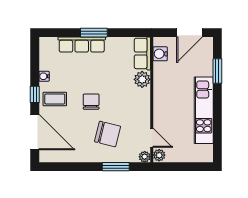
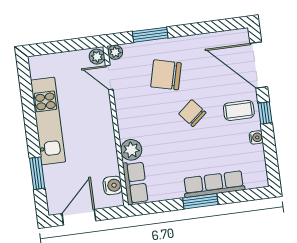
chair: (91, 102) -> (192, 113), turned 140

